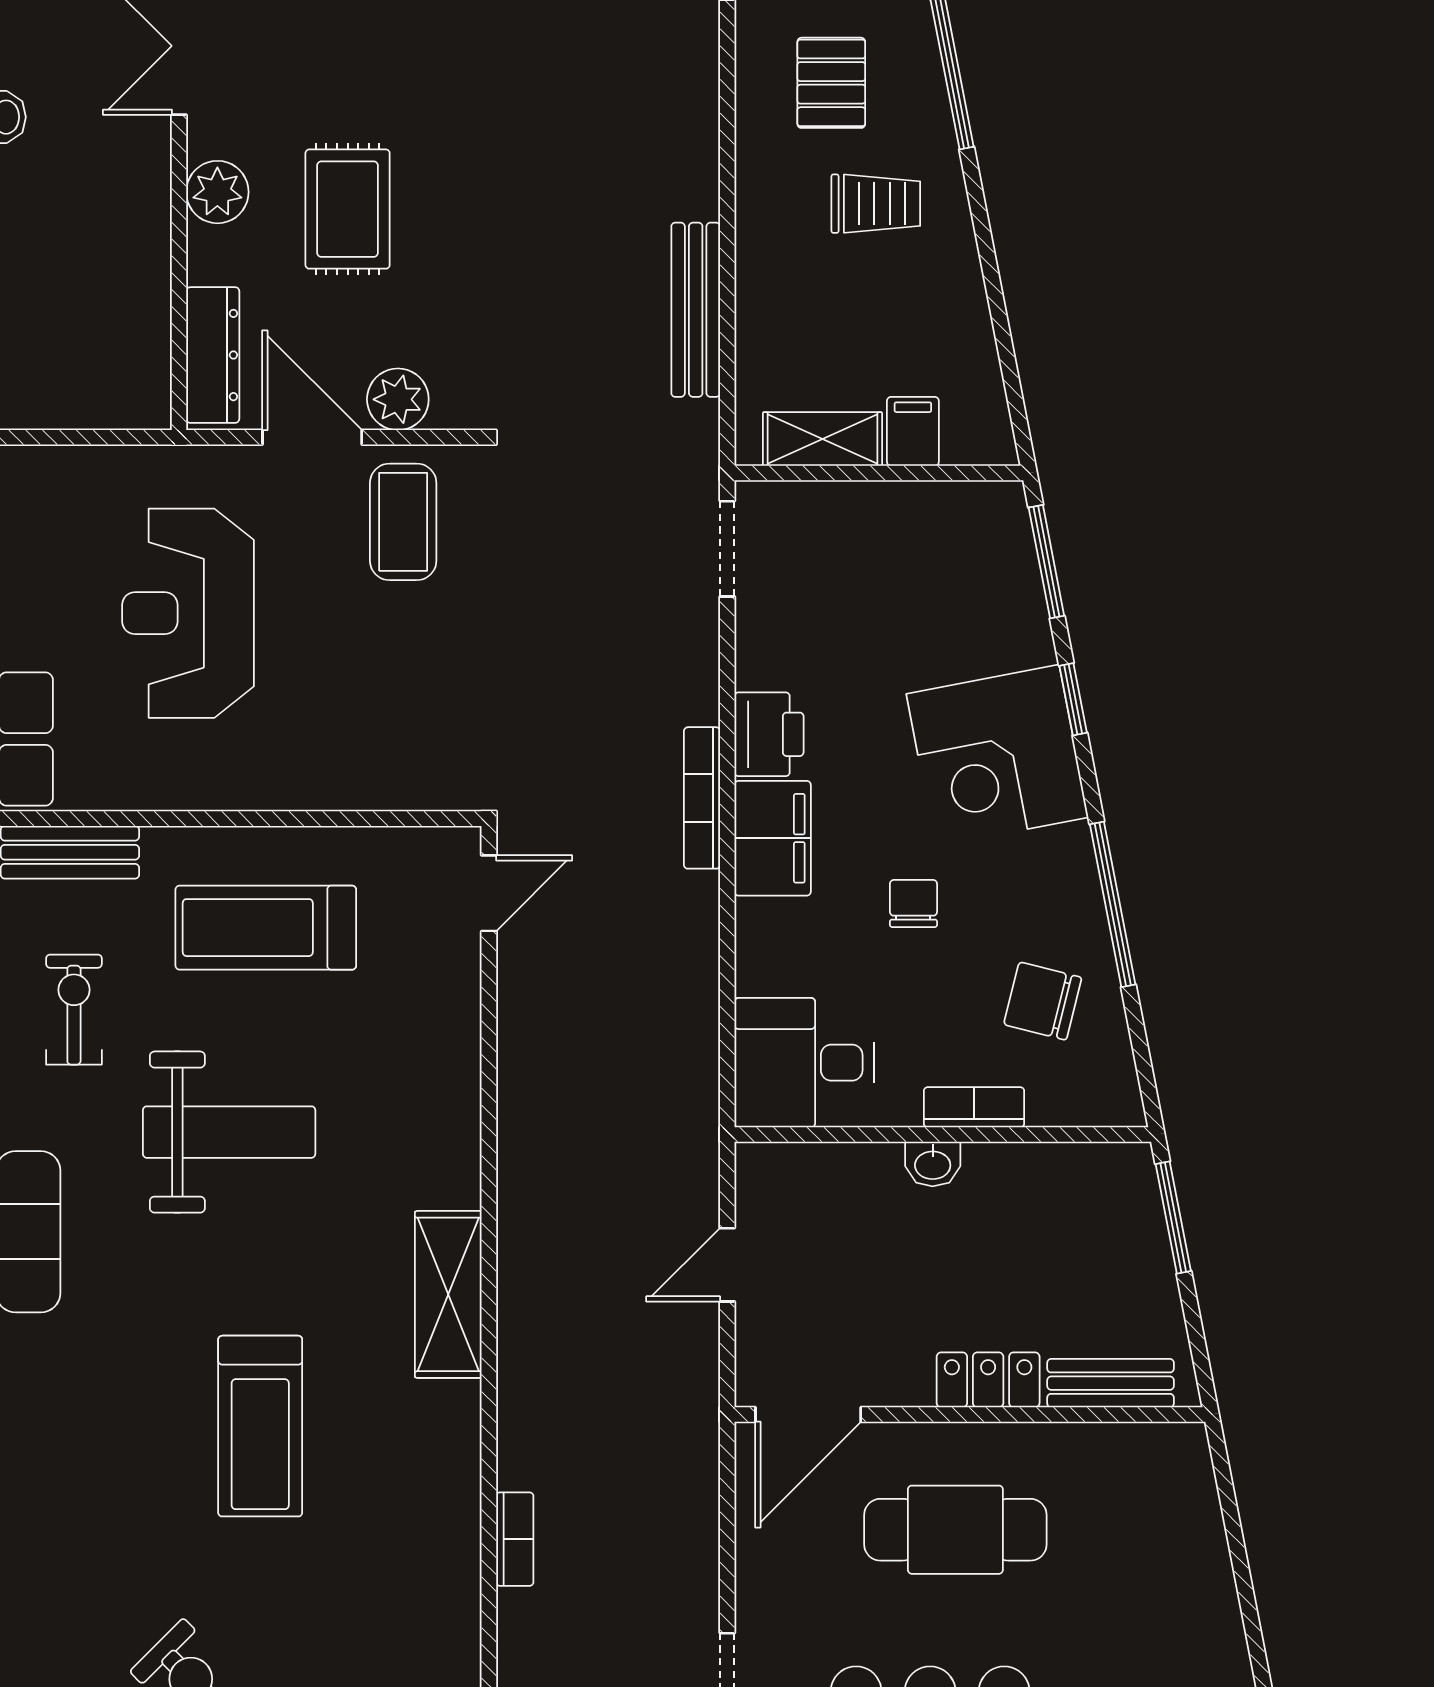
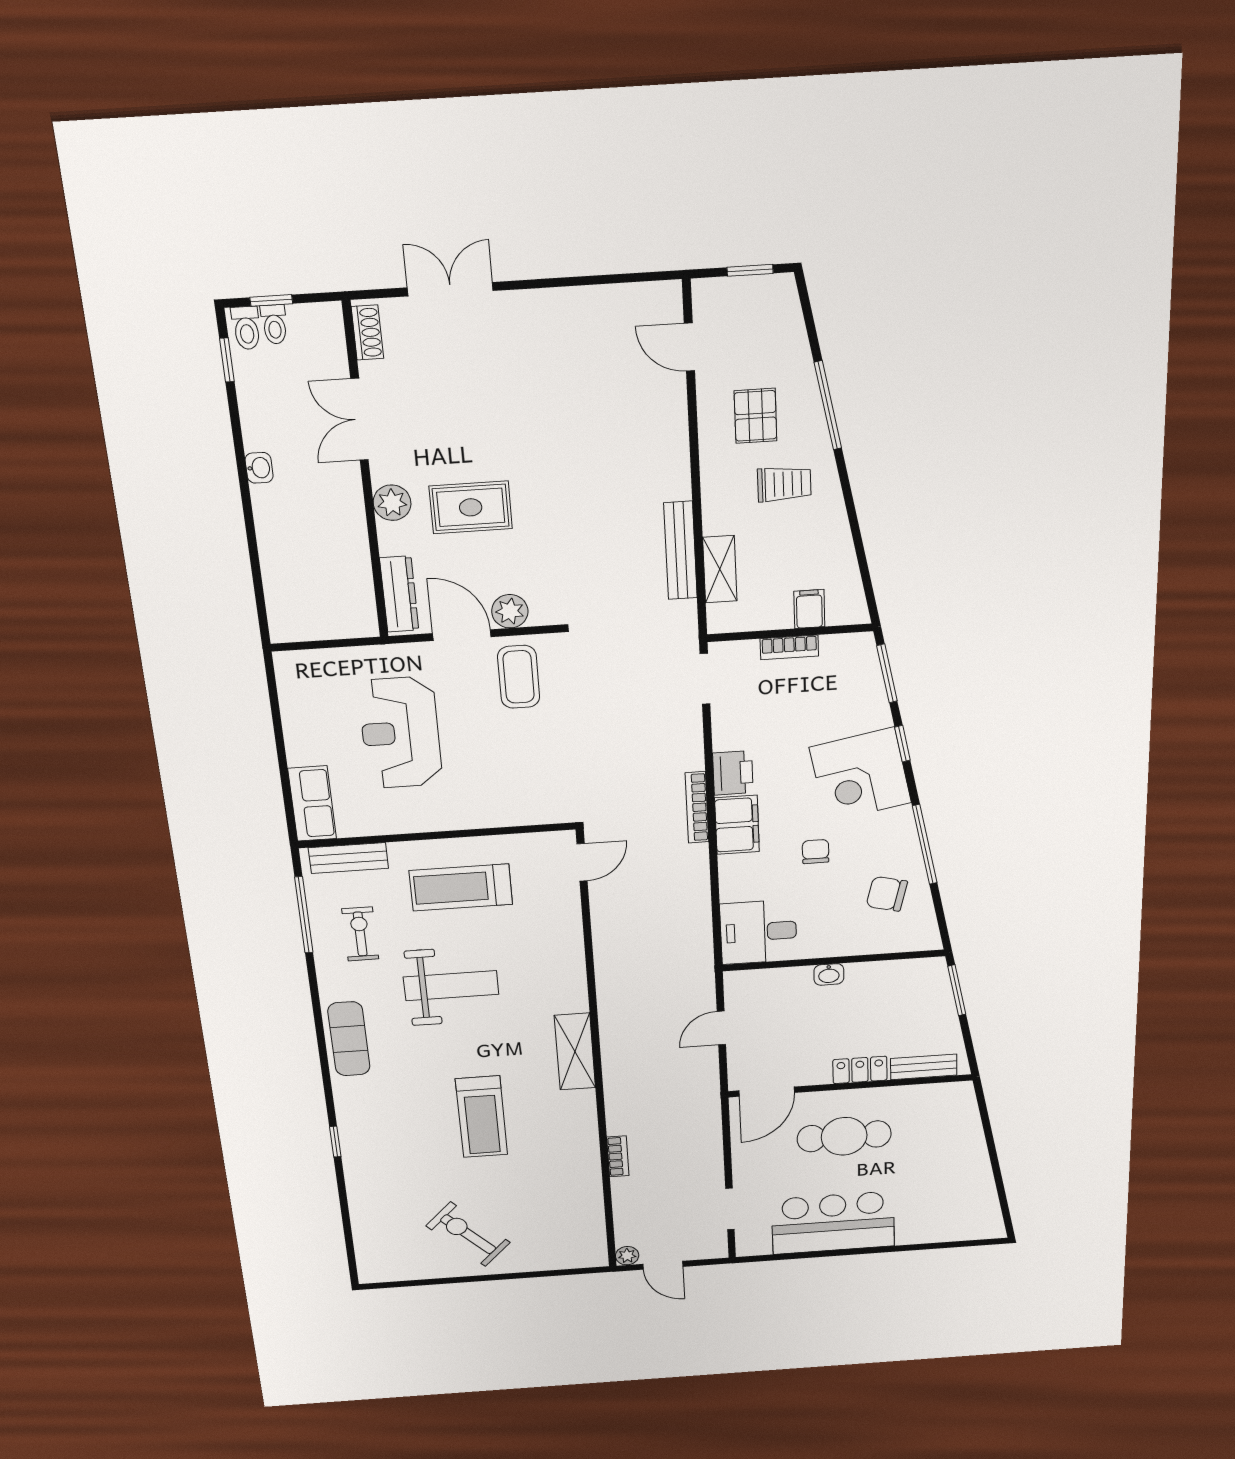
rug: (348, 209) -> (471, 507), turned 90
shelving: (823, 439) -> (720, 569), moved, turned 90
bookcase: (974, 1107) -> (789, 647), moved, turned 180

